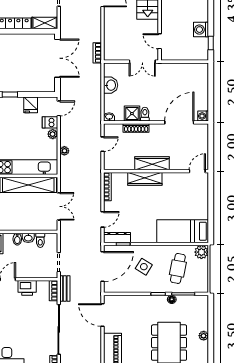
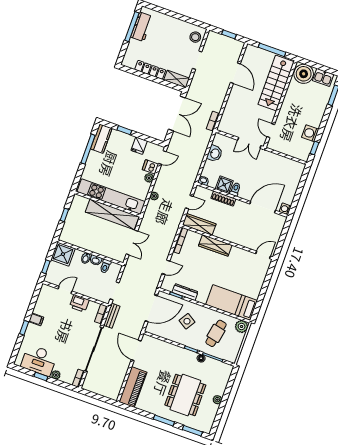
wardrobe: (152, 163) -> (199, 224), moved
dresser: (117, 238) -> (185, 292), moved

